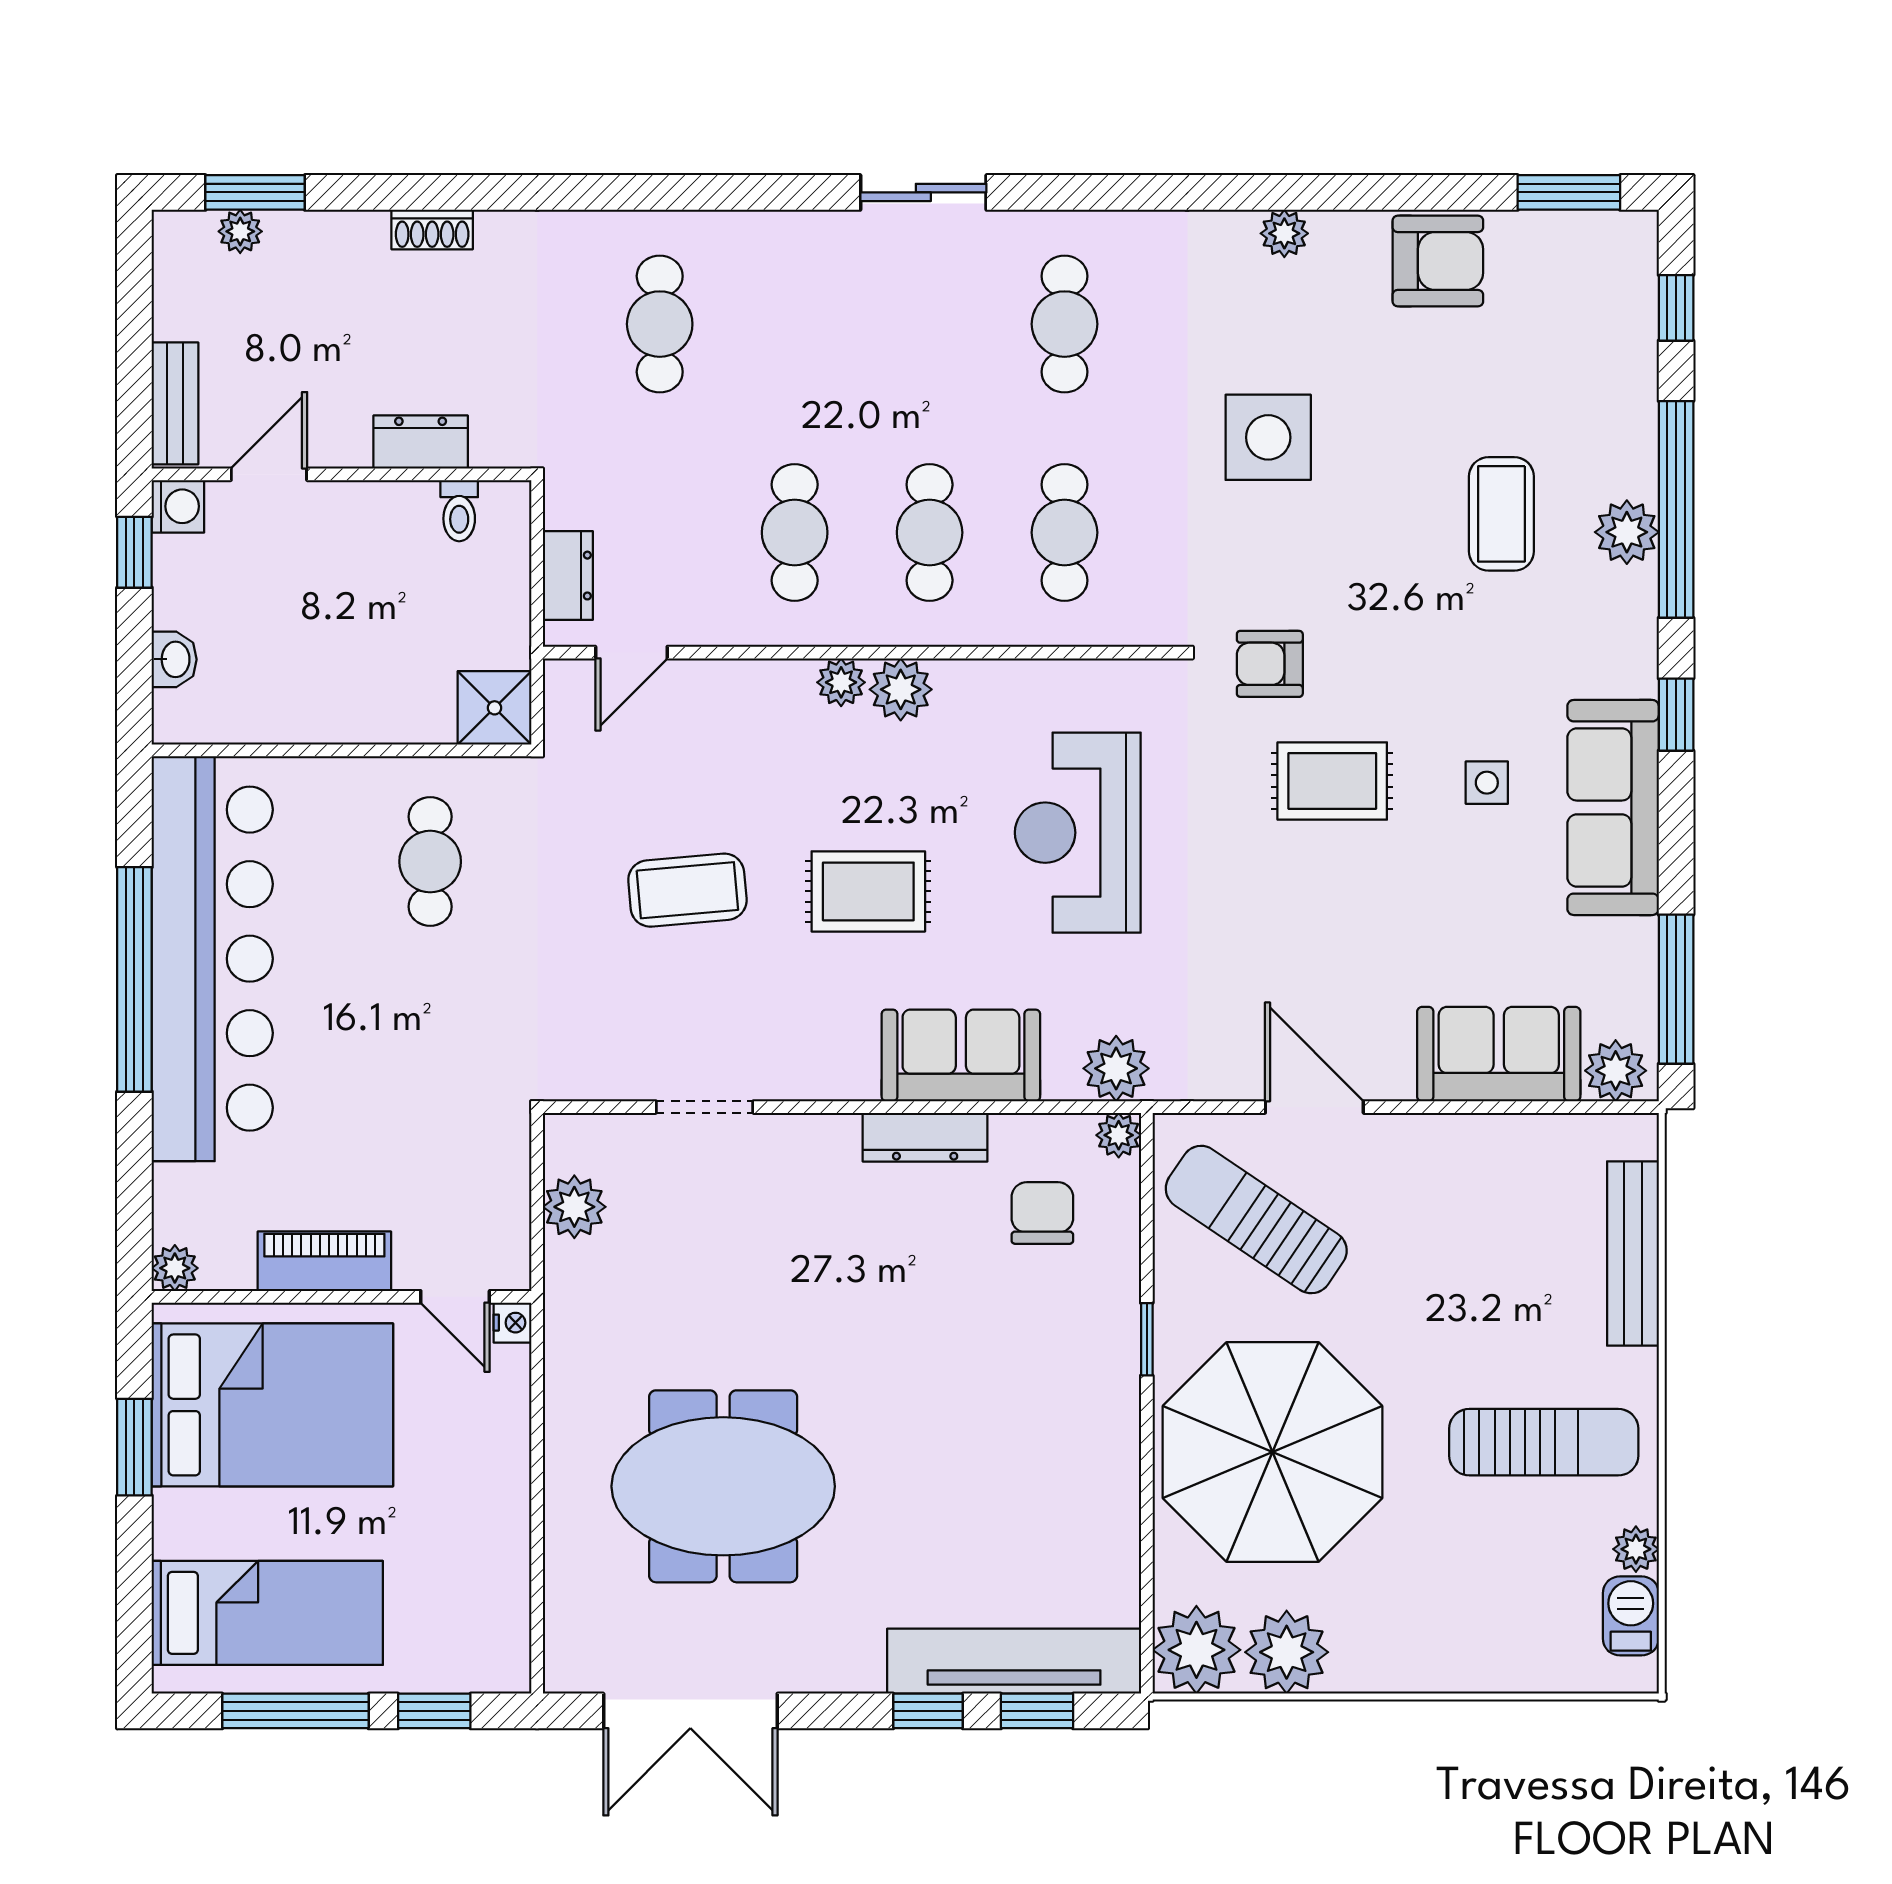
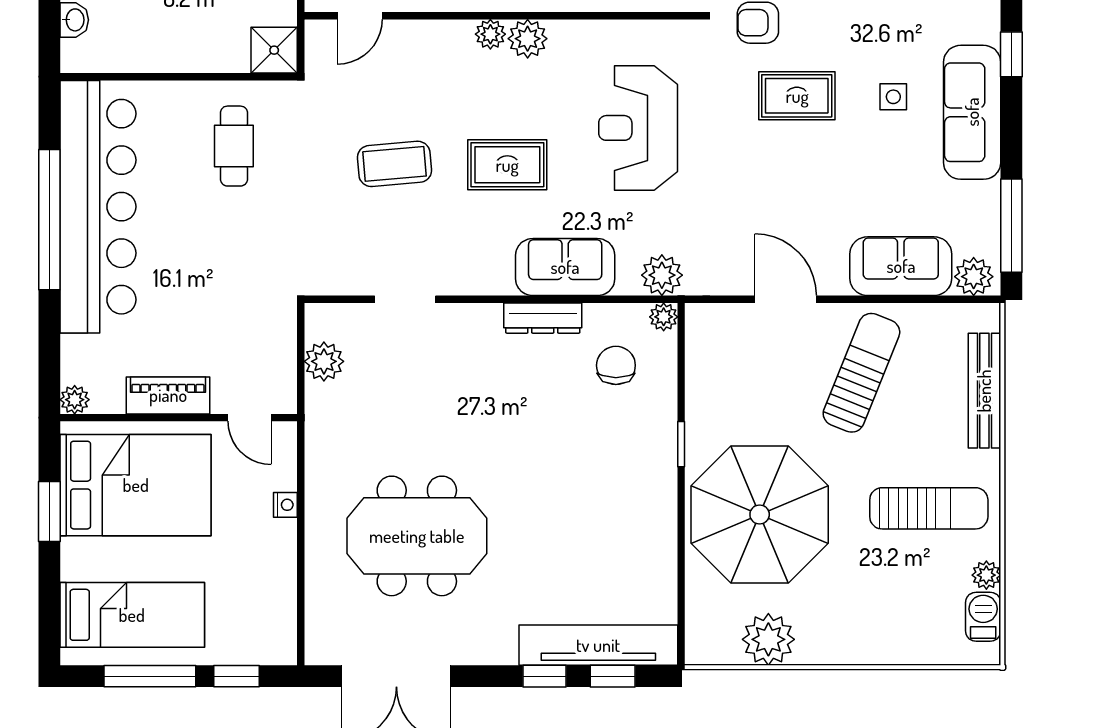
sun lounger: (1256, 1220) -> (861, 373), moved, turned 78
nightstand: (512, 1323) -> (285, 505), moved
plant: (1196, 1650) -> (712, 638), removed

